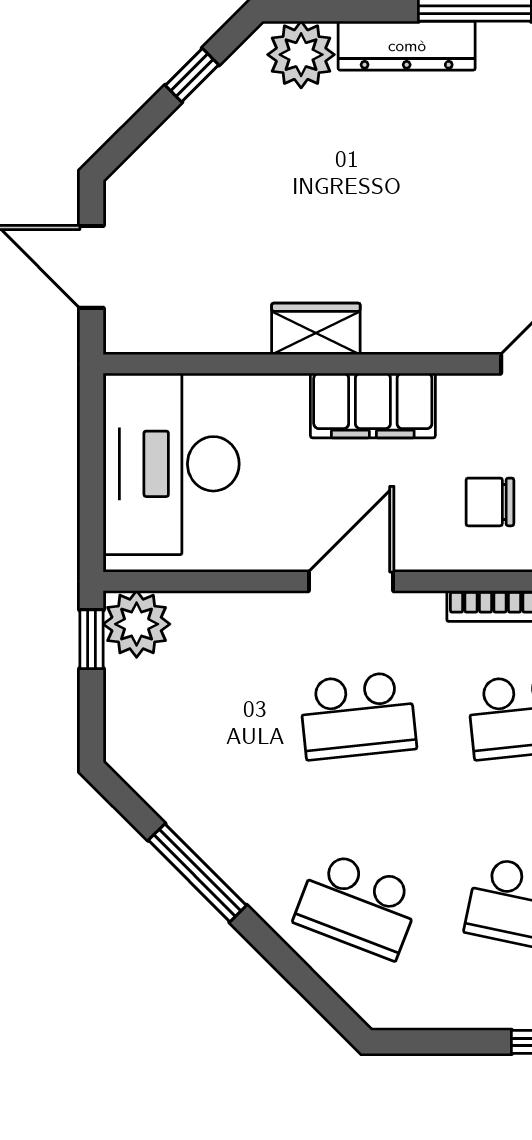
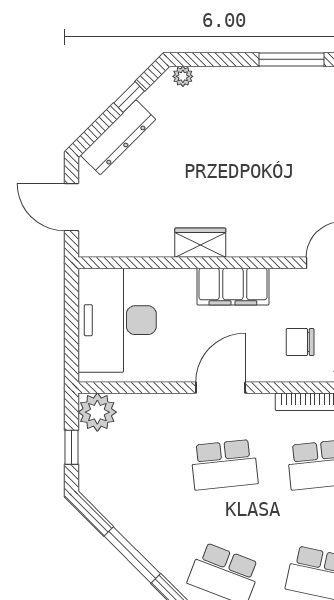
dresser: (407, 46) -> (118, 137), moved, turned -45
plant: (301, 55) -> (183, 76), width x0.53, depth x0.53
window: (92, 639) -> (71, 447), moved

